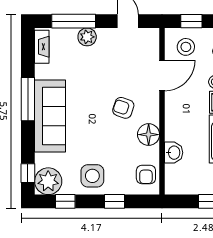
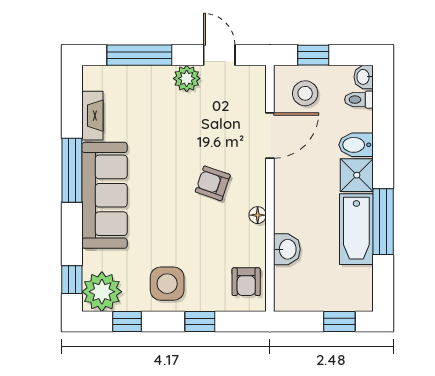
plant: (87, 37) -> (187, 78), moved
fireplace: (42, 47) -> (92, 116), moved
floor lamp: (149, 135) -> (258, 215), width x0.53, depth x0.53

